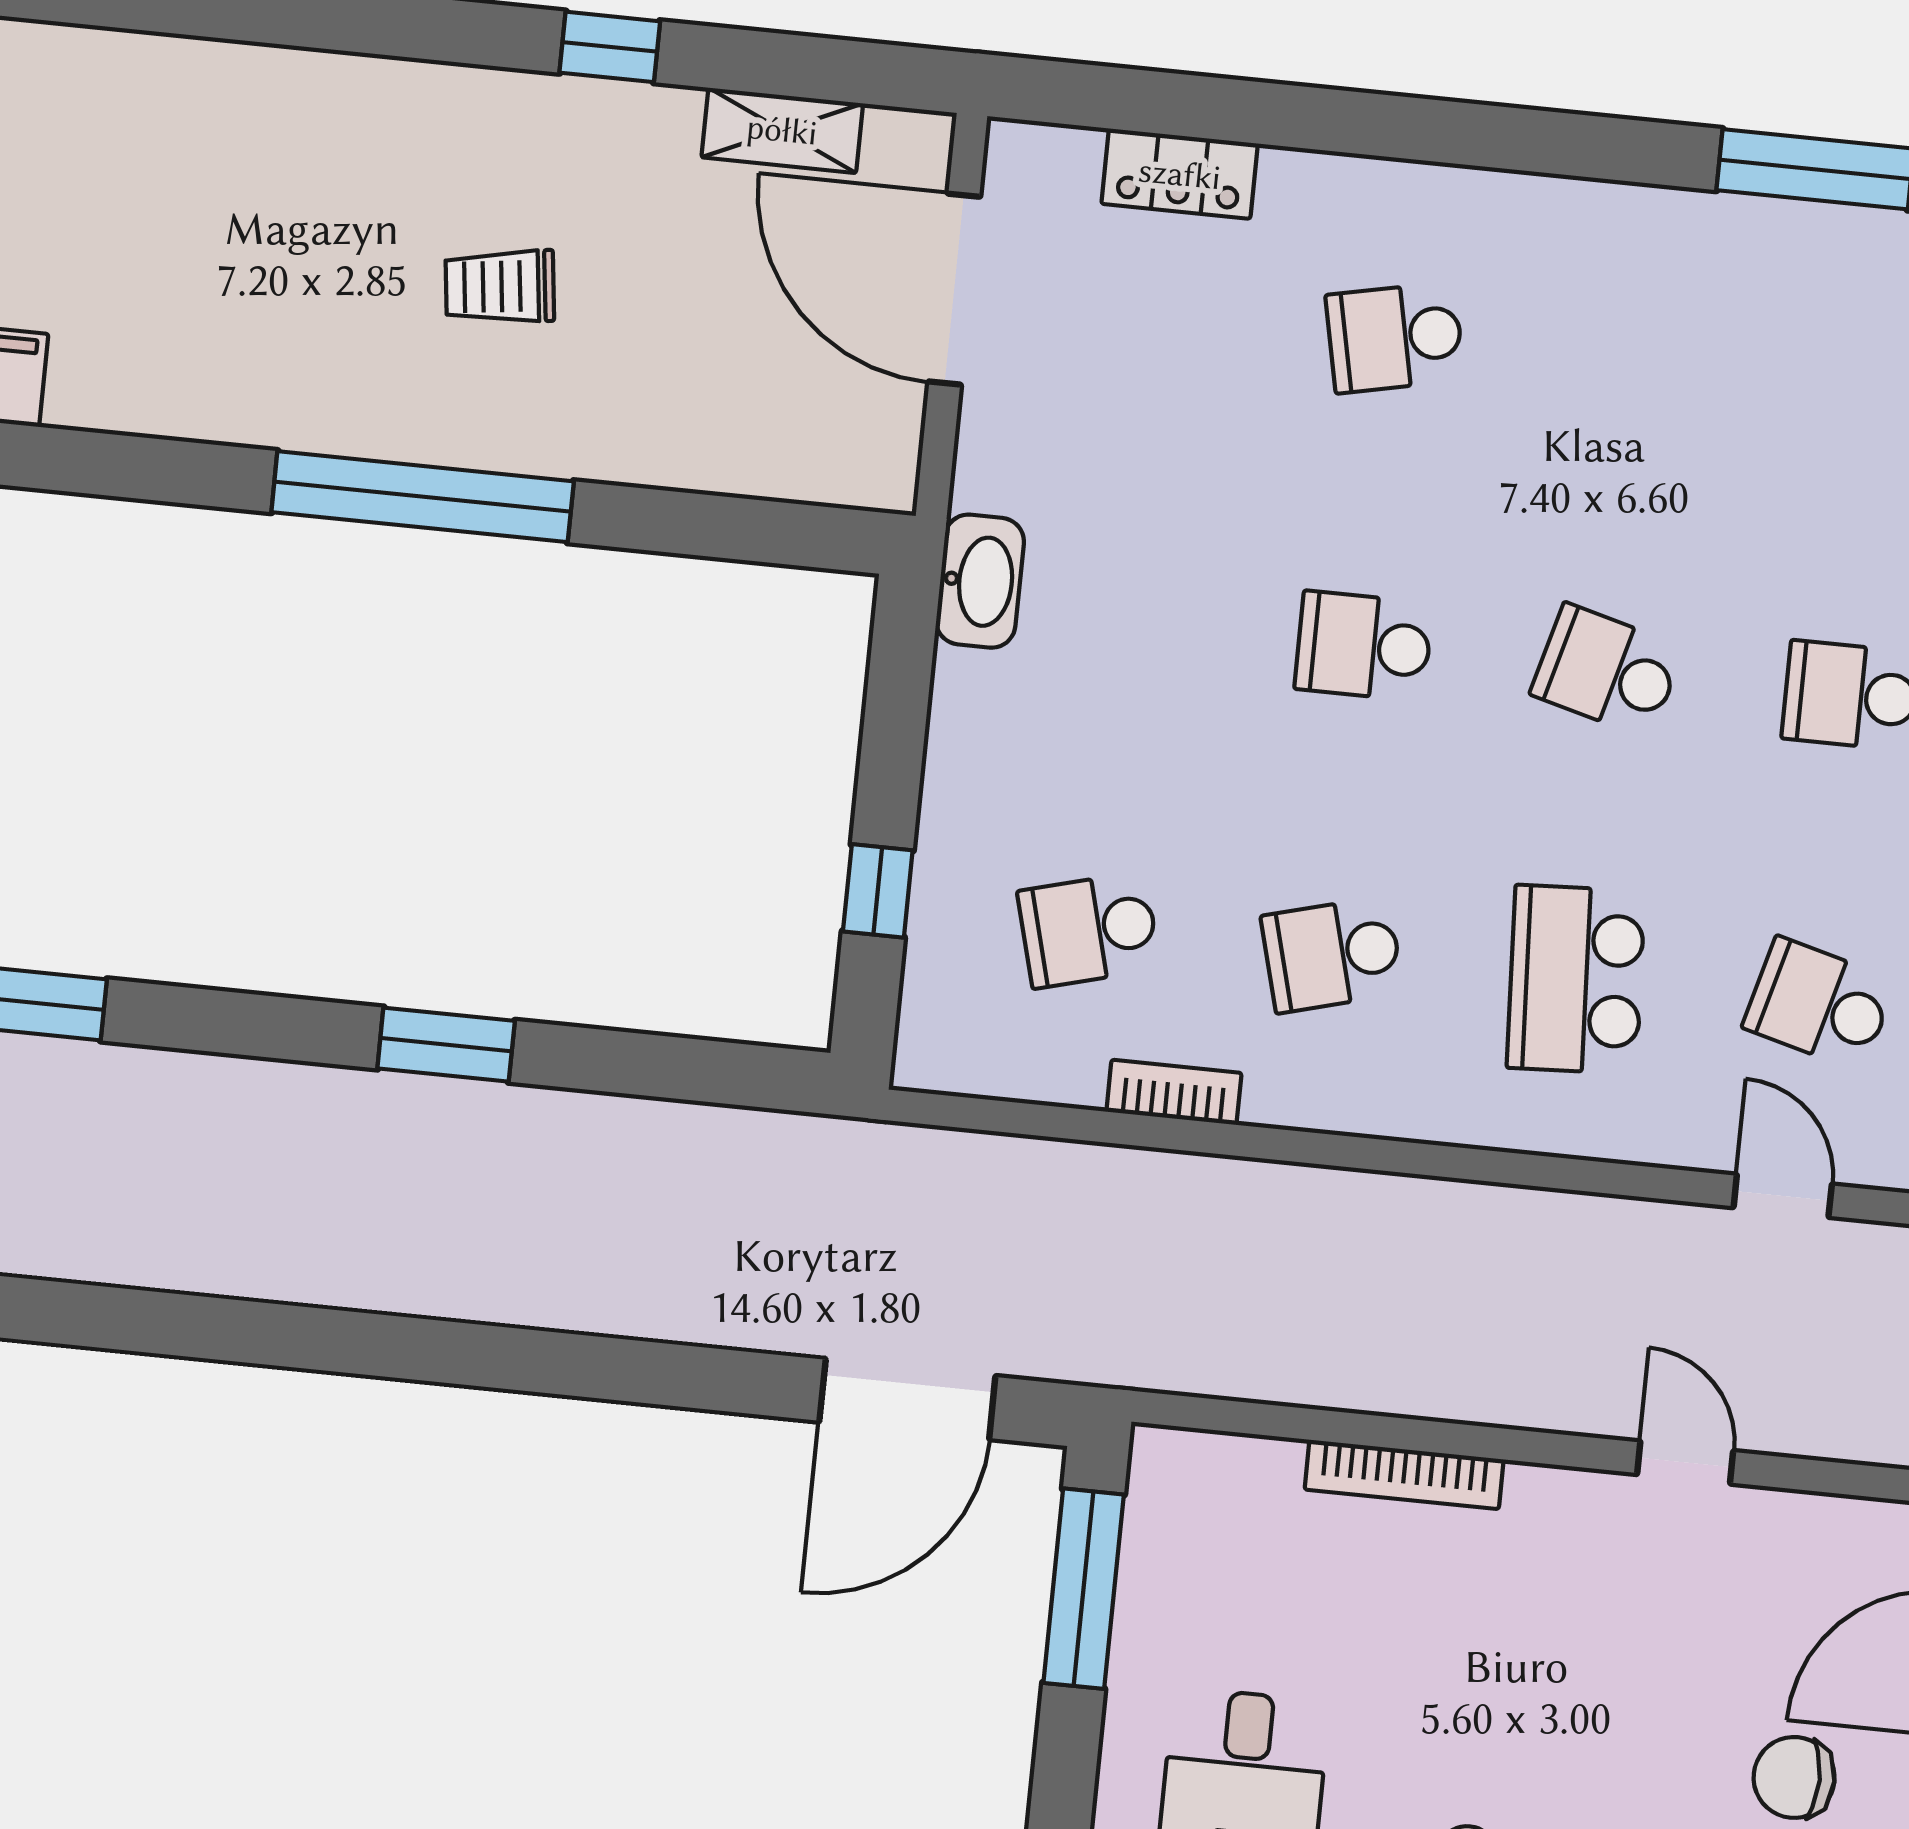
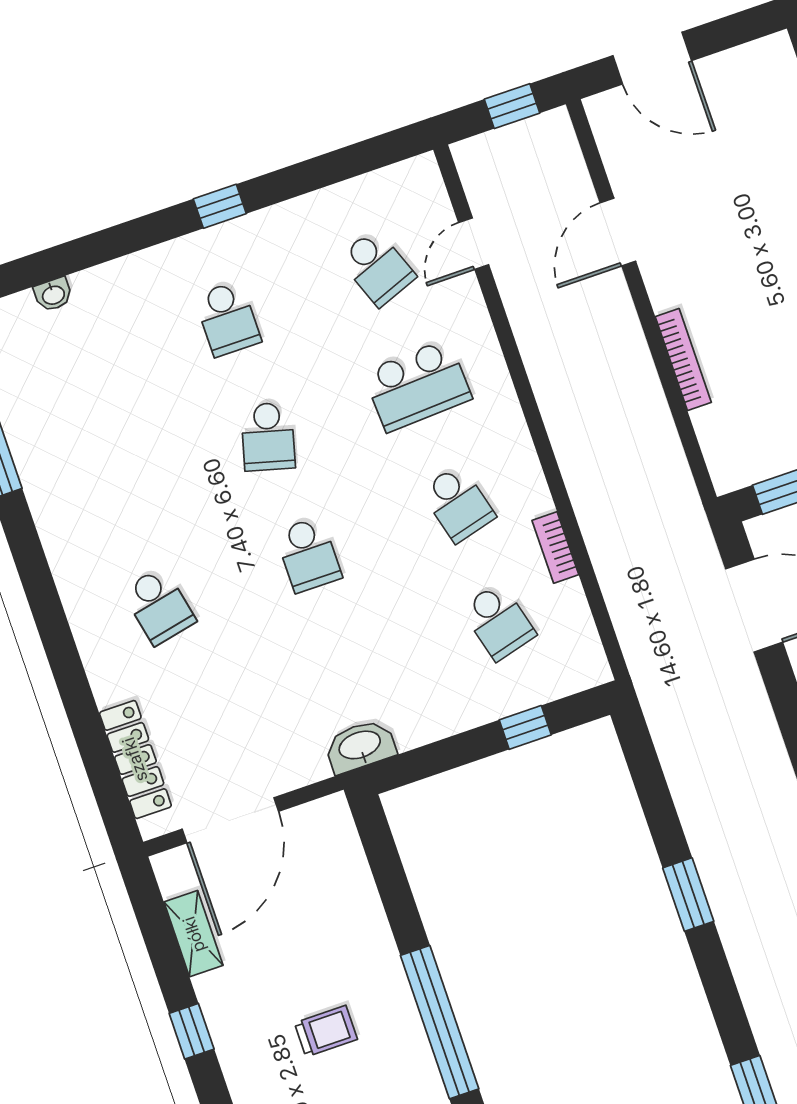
locker: (1180, 174) -> (135, 759), width x1.53
trolley: (500, 286) -> (326, 1031), turned -83
school desk: (1819, 1004) -> (377, 267), turned -36
door: (1685, 1463) -> (618, 232), width x1.38
chair: (1794, 1777) -> (740, 115), removed

